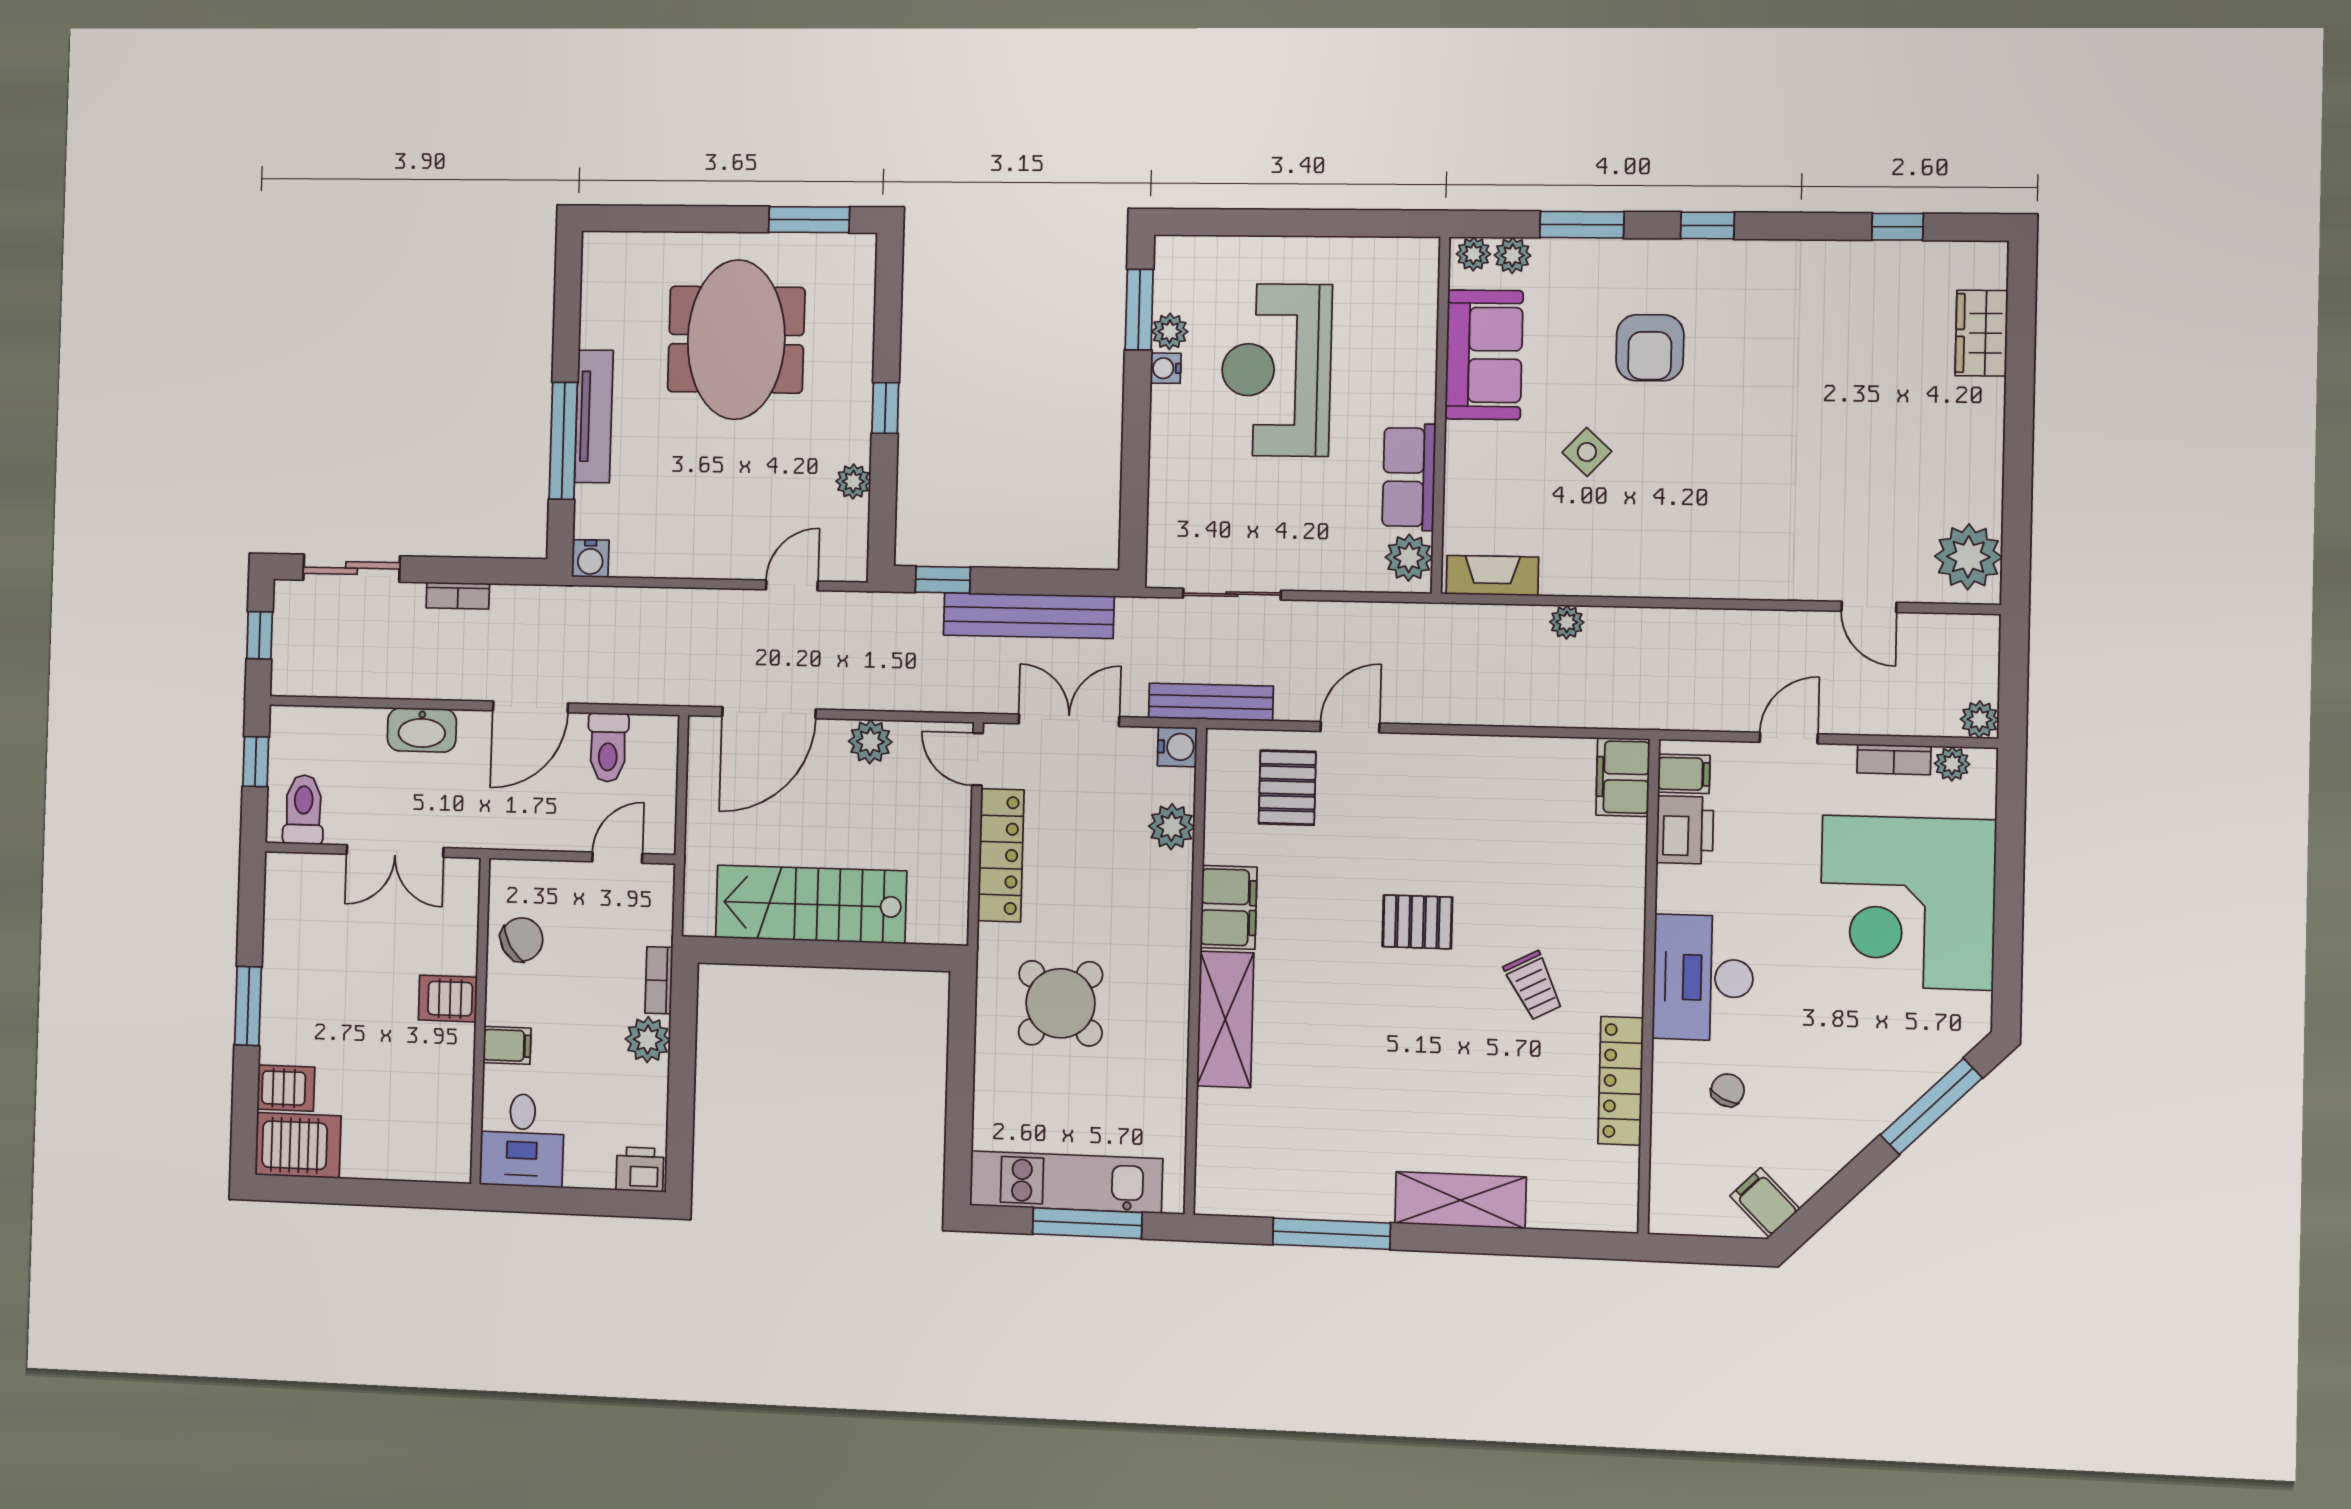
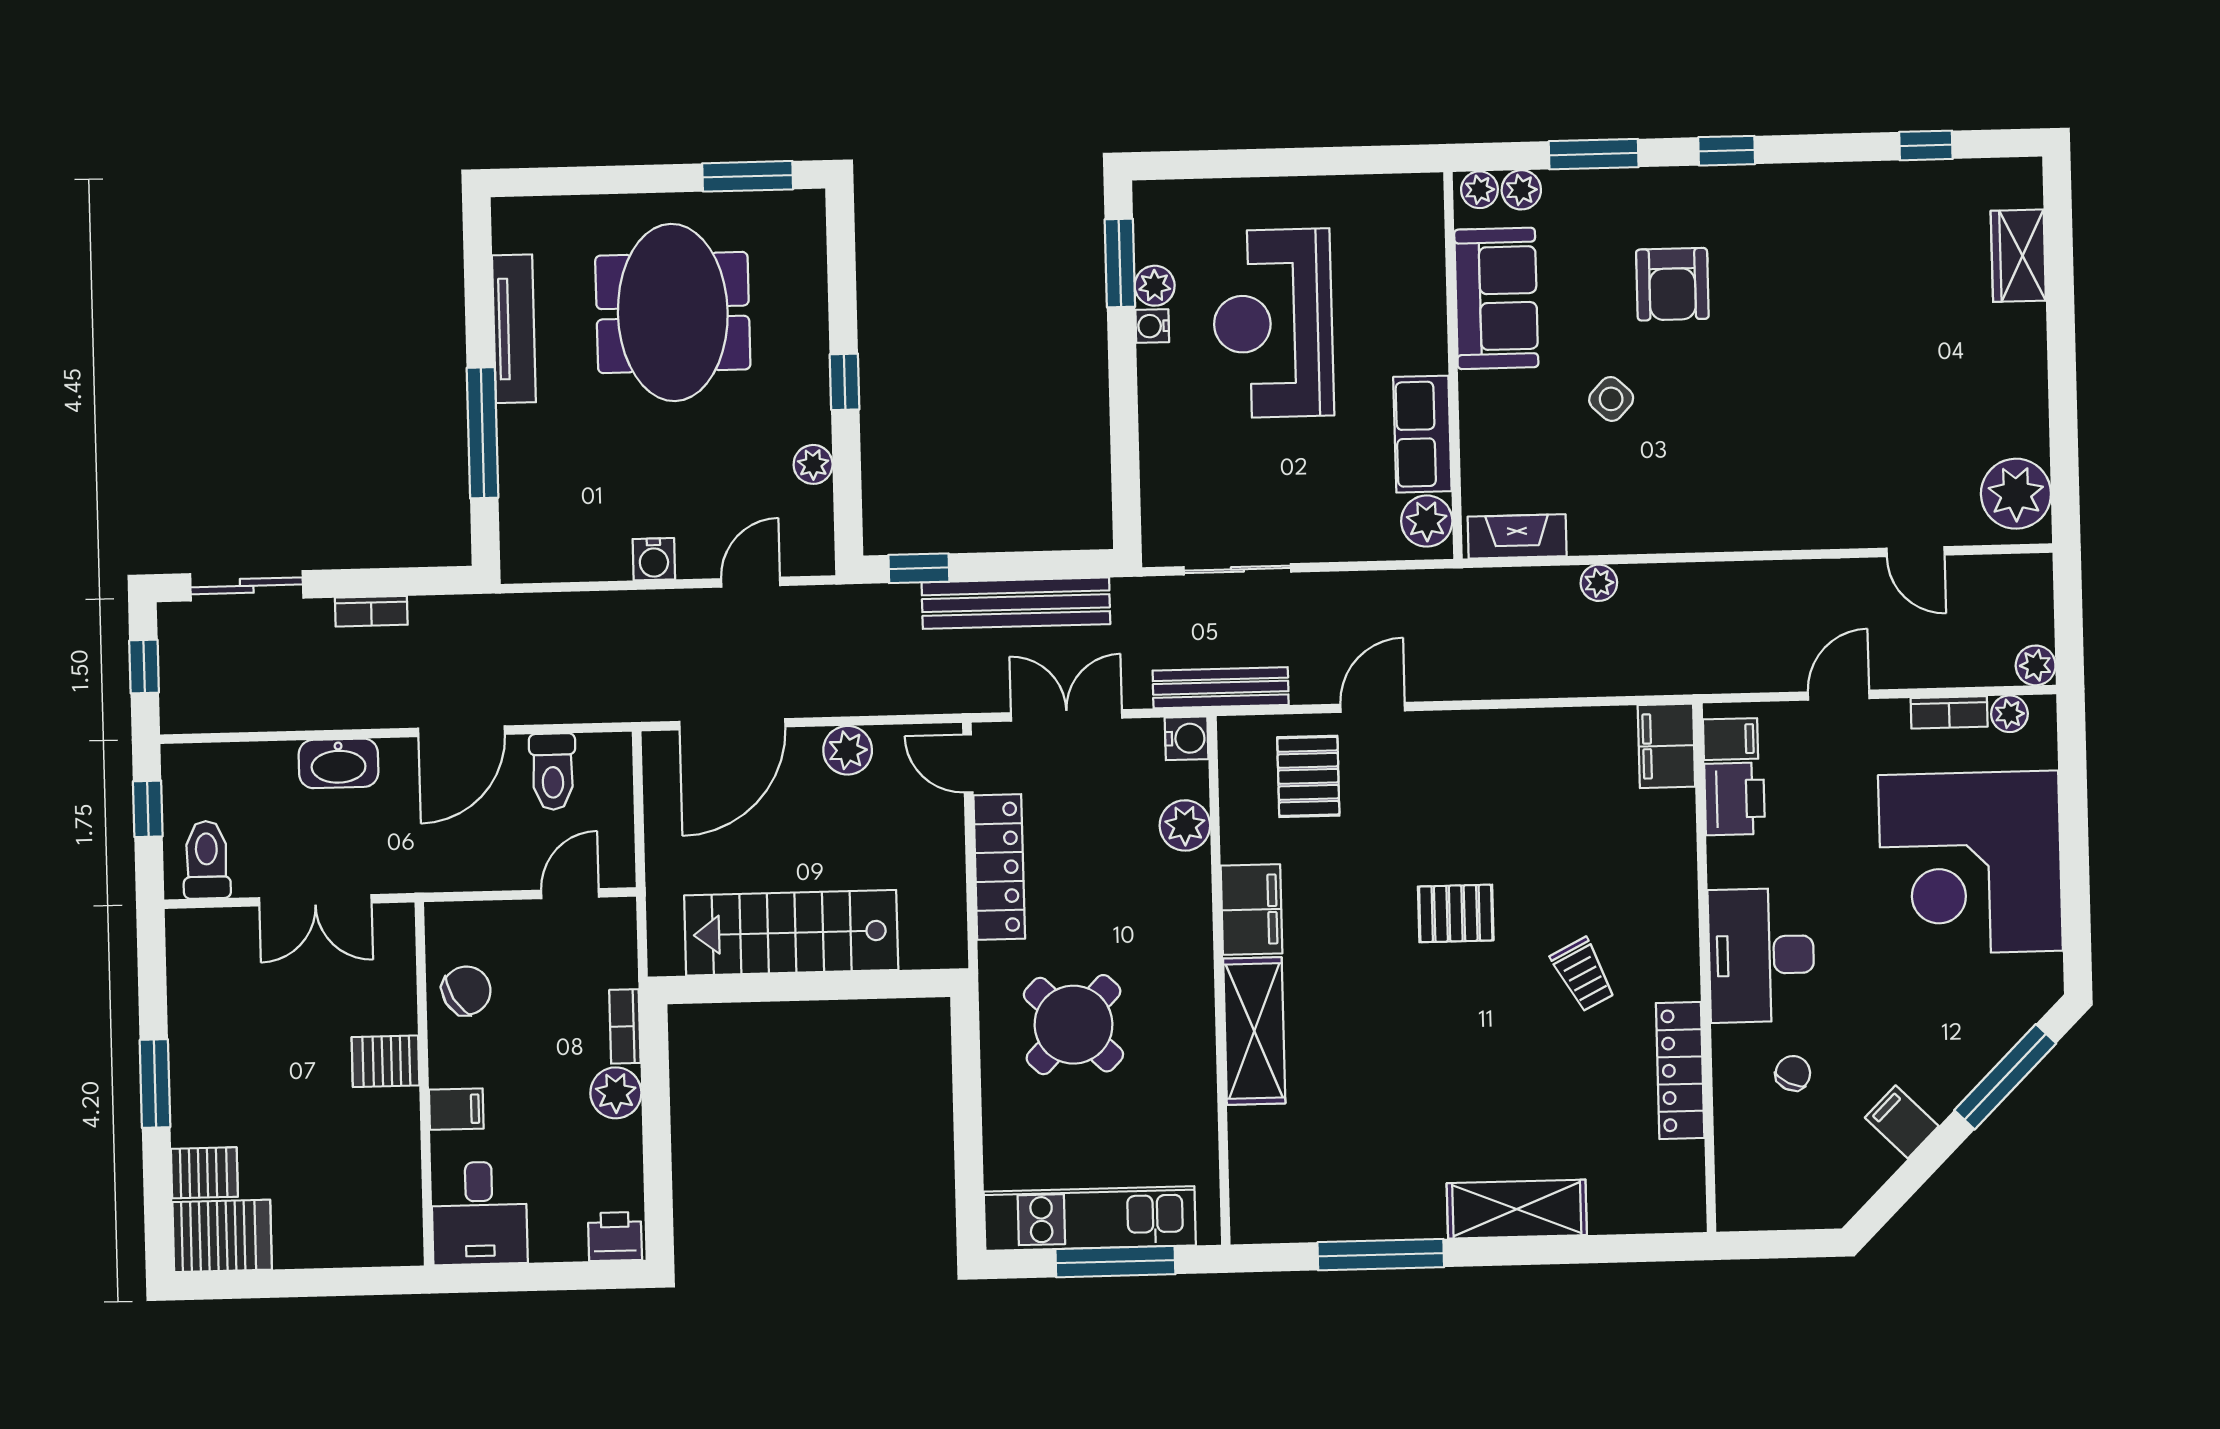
tv unit: (594, 416) -> (514, 329), moved
water cooler: (590, 558) -> (654, 559), moved
filing cabinet: (1765, 1202) -> (1902, 1122), moved

